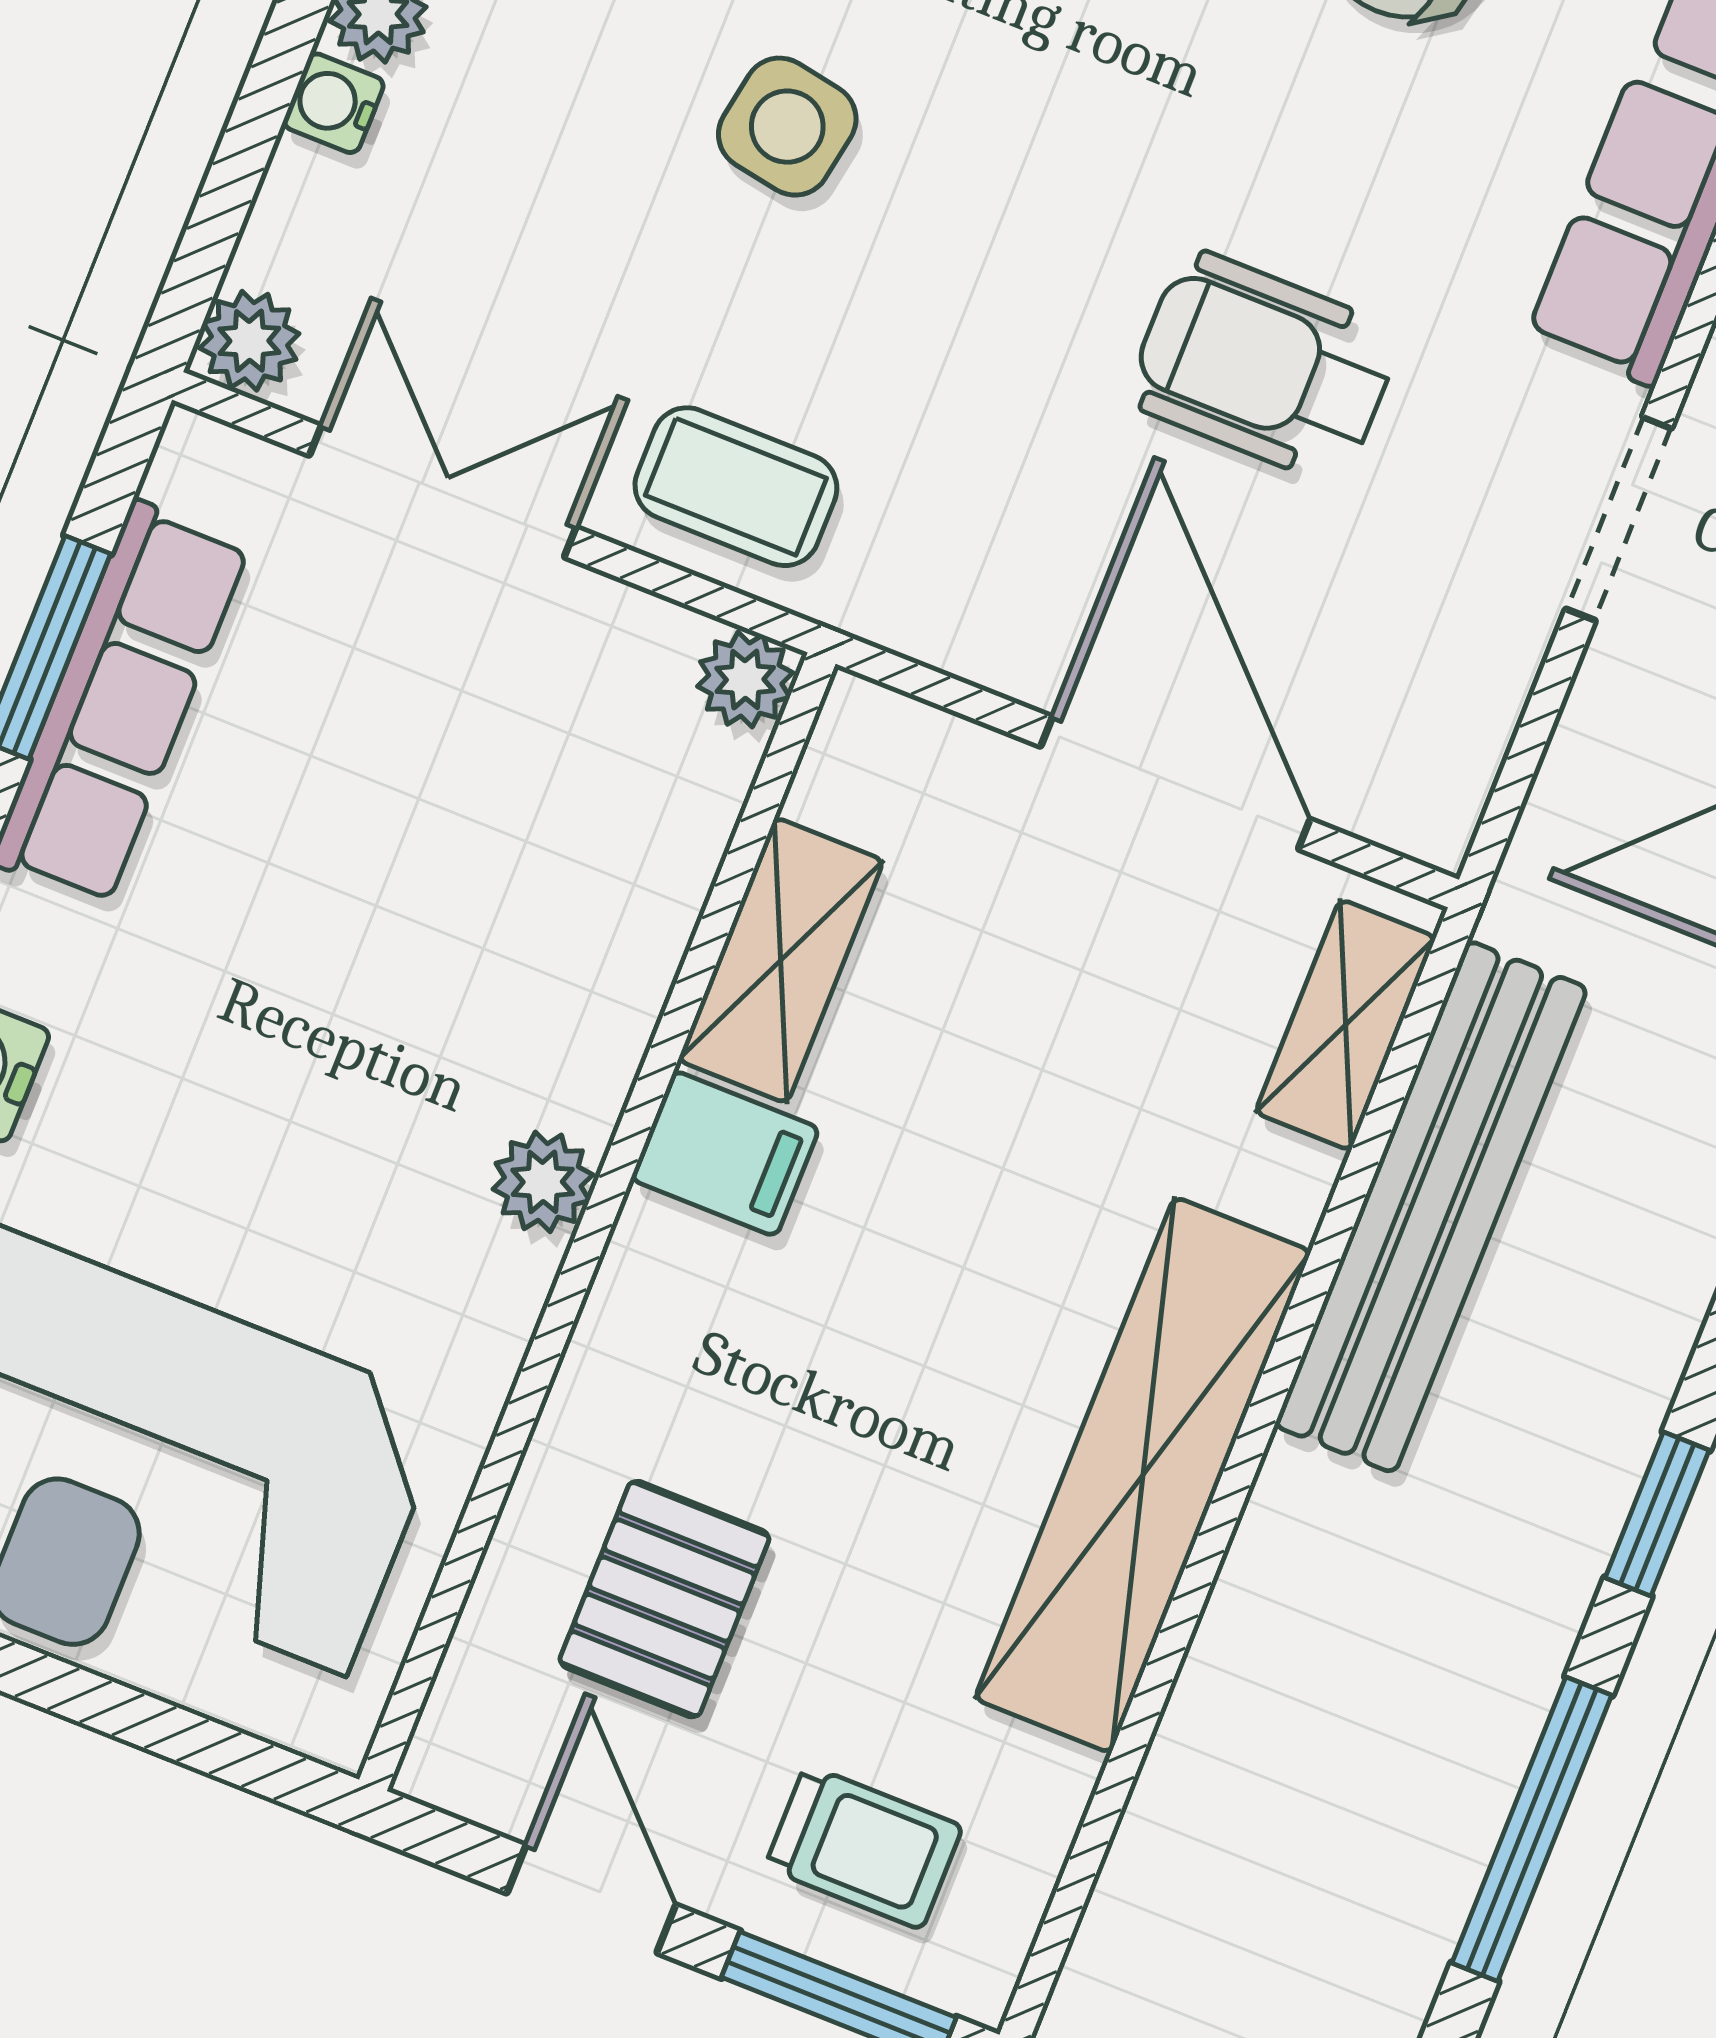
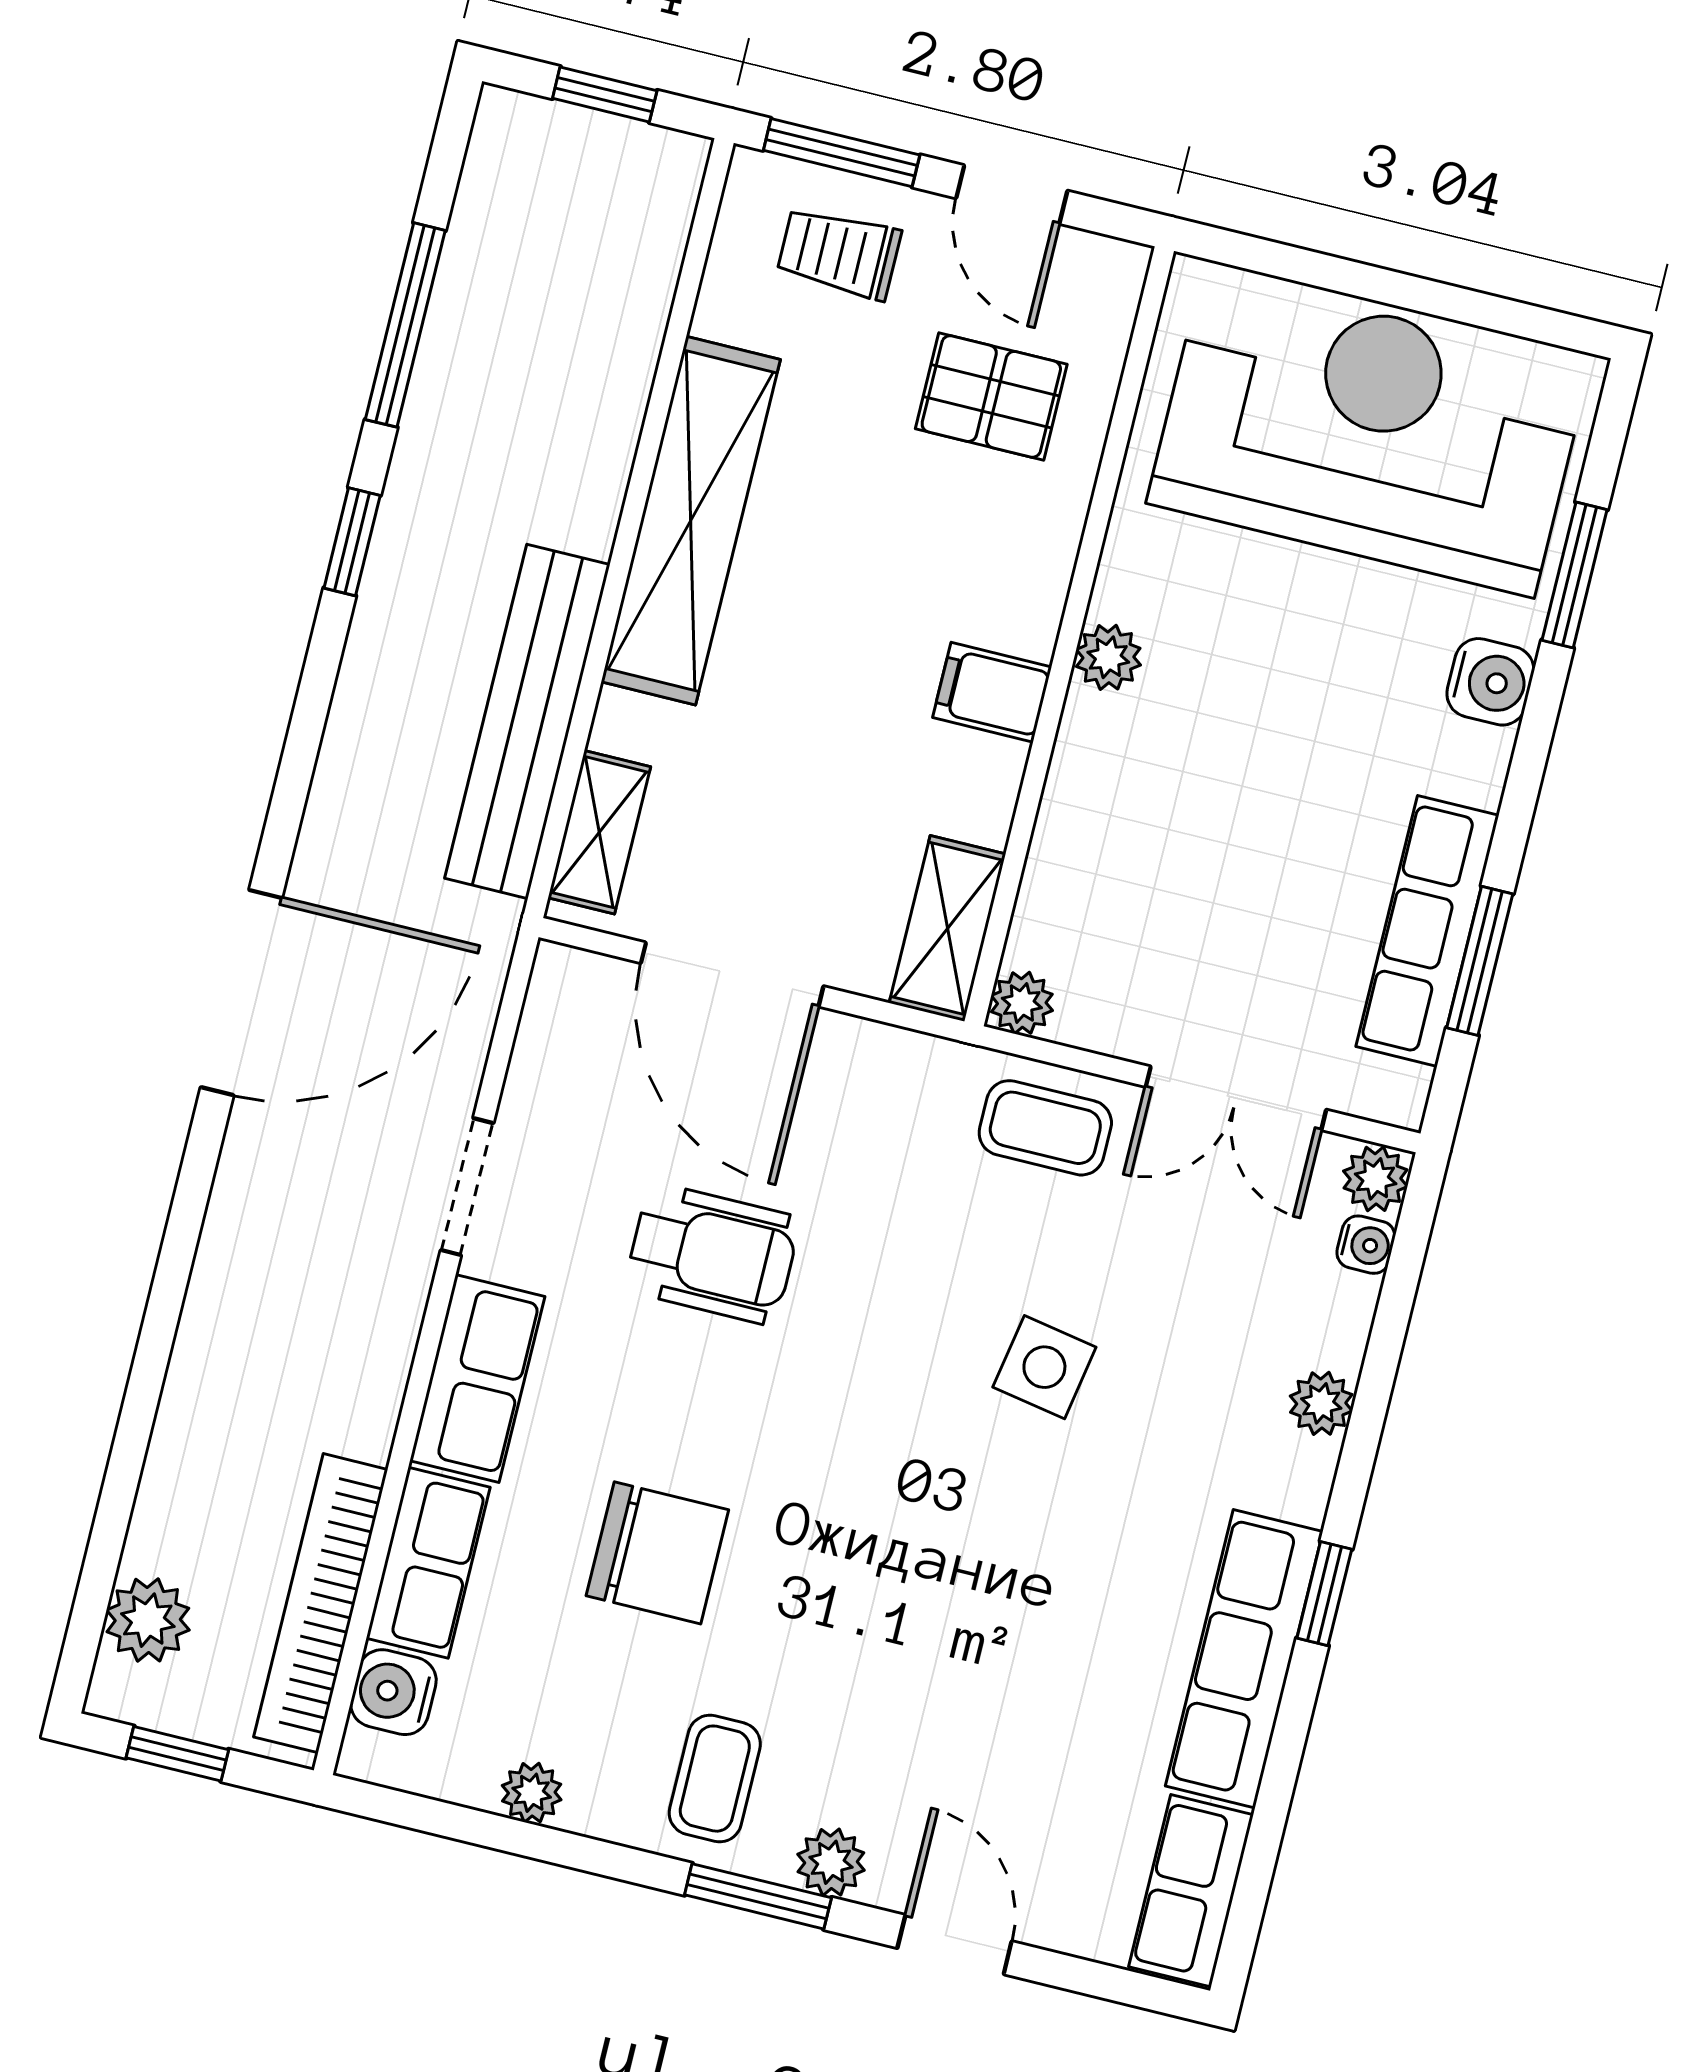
water cooler: (334, 103) -> (1366, 1245), moved
shelving: (781, 960) -> (947, 928), moved
pallet: (664, 1599) -> (991, 396), turned 90

